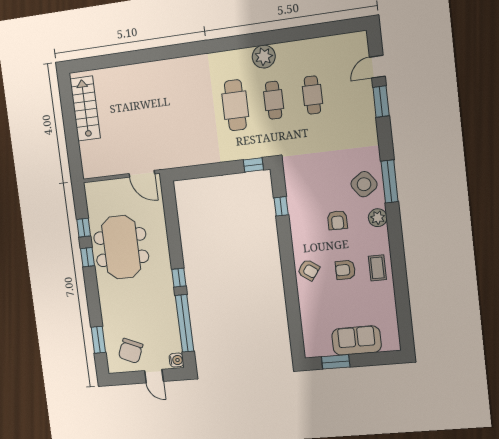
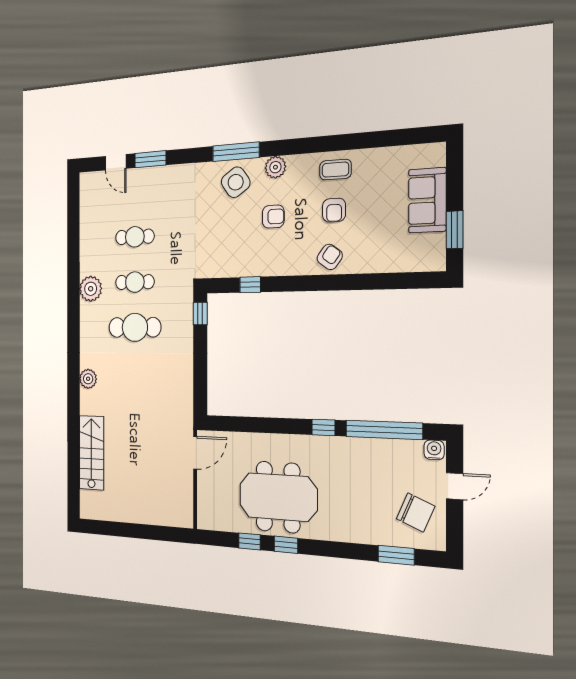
plant: (186, 65) -> (88, 379), added
stairs: (85, 108) -> (91, 453), moved, turned 90

